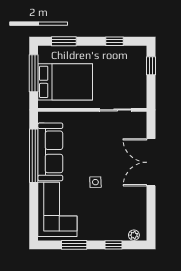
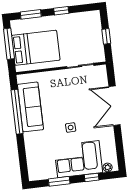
window: (115, 41) -> (61, 11), moved
window: (151, 66) -> (106, 36), moved
corner sofa: (57, 209) -> (78, 159), moved, turned -90

